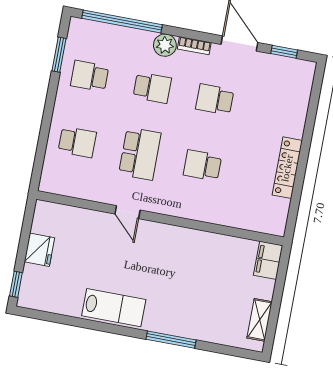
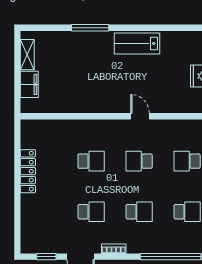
plant: (165, 45) -> (136, 245), removed
school desk: (152, 88) -> (139, 212), turned 180
school desk: (140, 154) -> (139, 161), width x0.54
filing cabinet: (268, 260) -> (29, 84), moved

